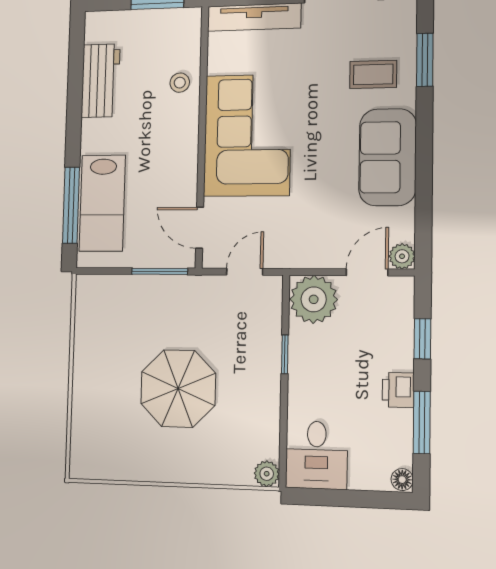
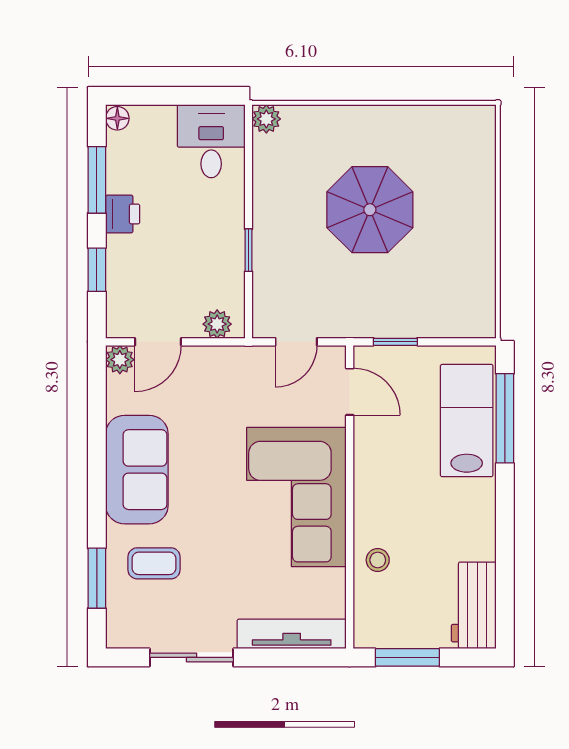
workbench: (101, 81) -> (474, 605), moved
window: (160, 271) -> (395, 342), width x0.67
plant: (314, 299) -> (217, 324), width x0.53, depth x0.53

